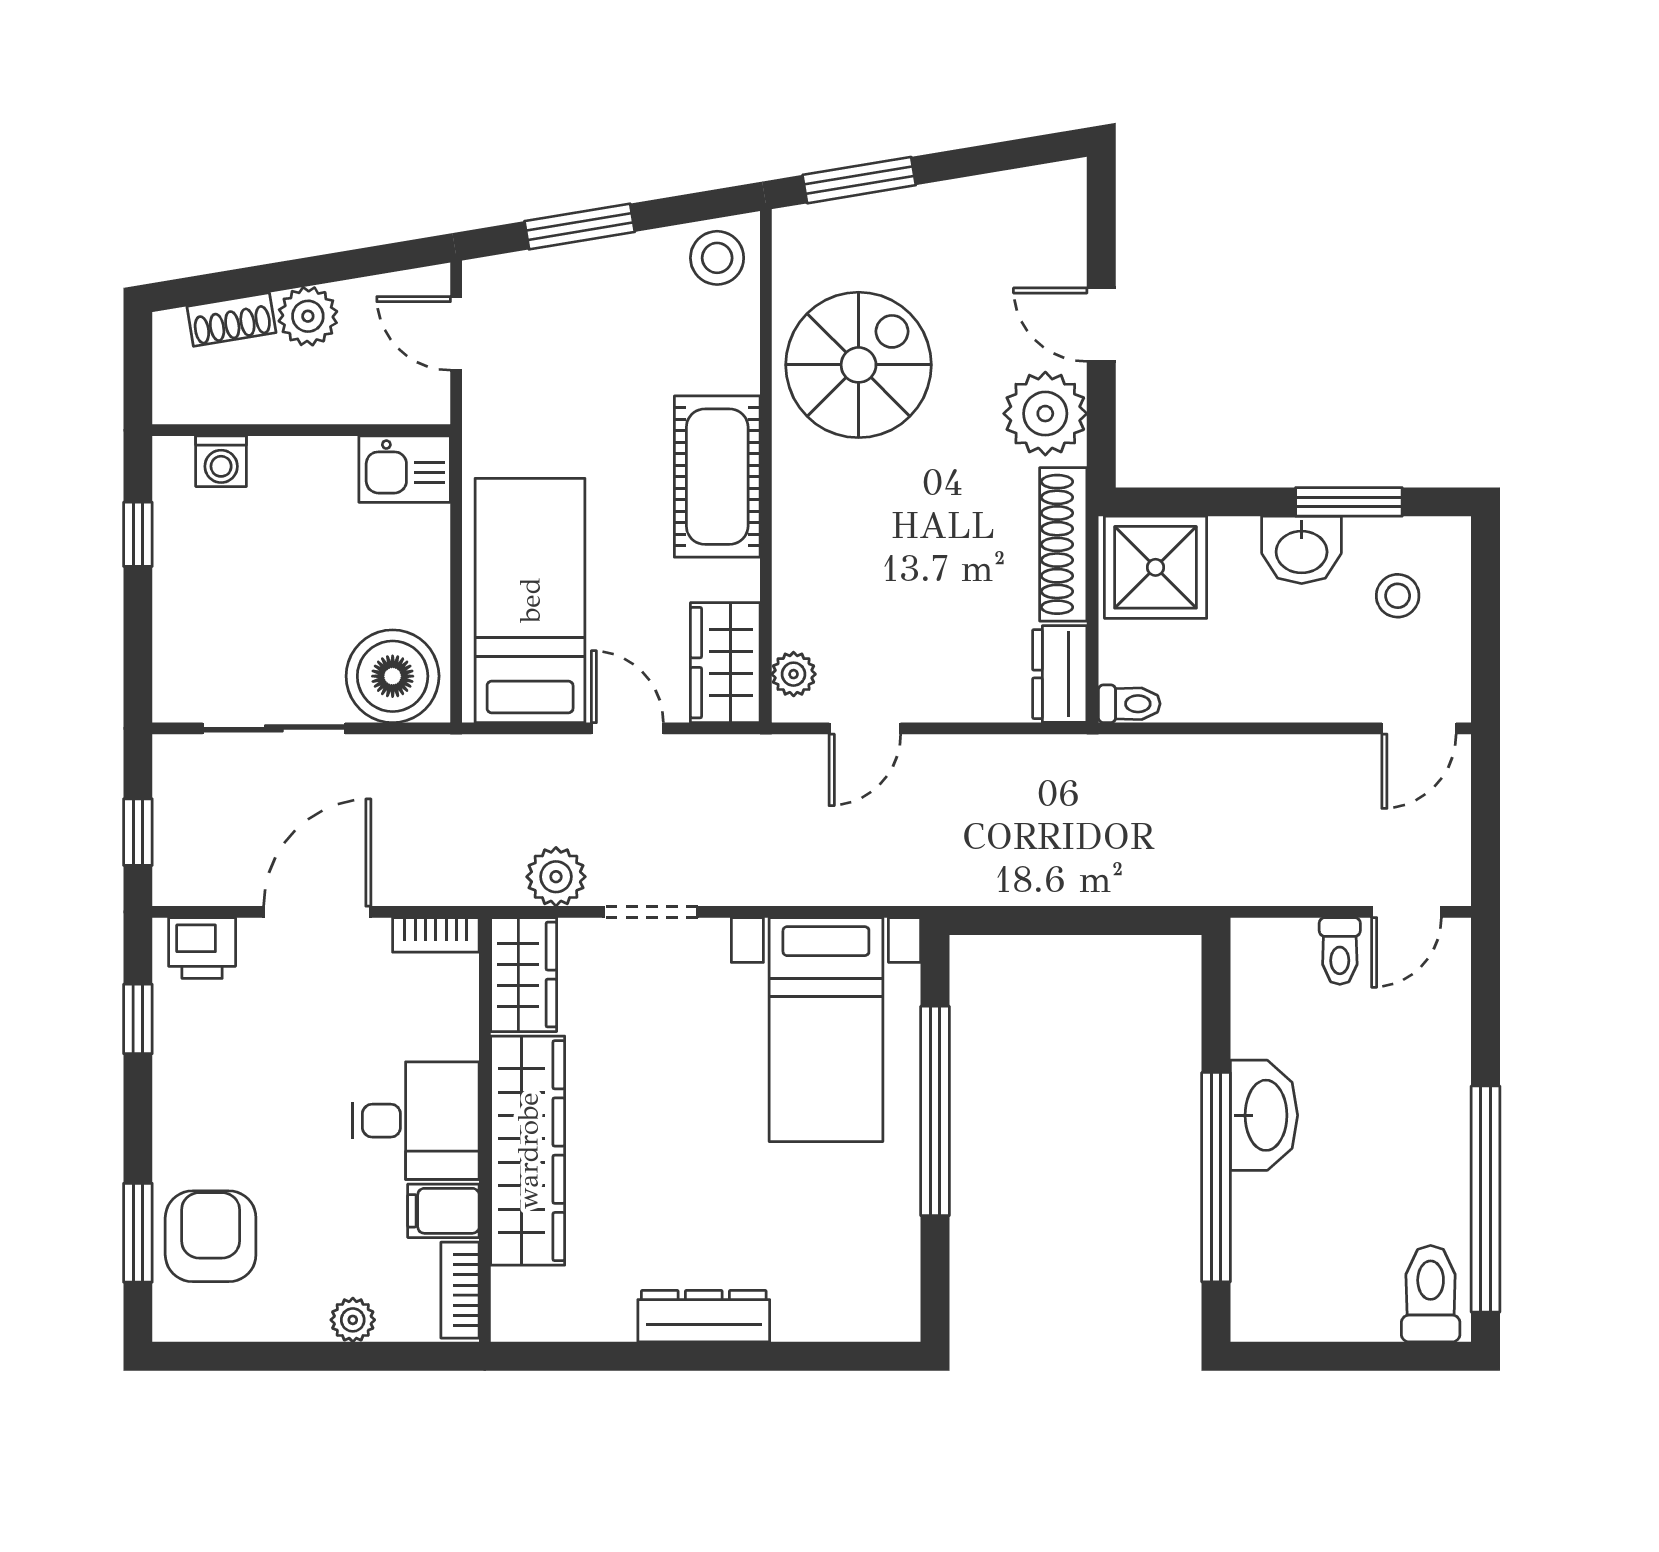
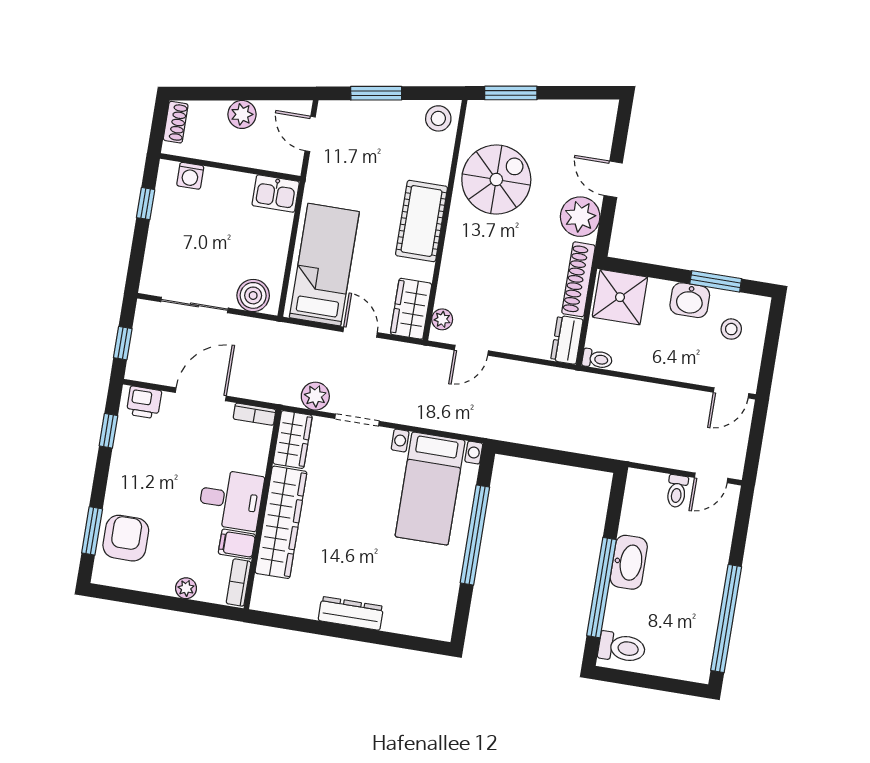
shoe rack: (231, 320) -> (176, 122), moved, turned -81
boiler: (393, 676) -> (253, 295), width x0.73, depth x0.73
toilet: (1431, 1294) -> (622, 648), moved, turned 90

